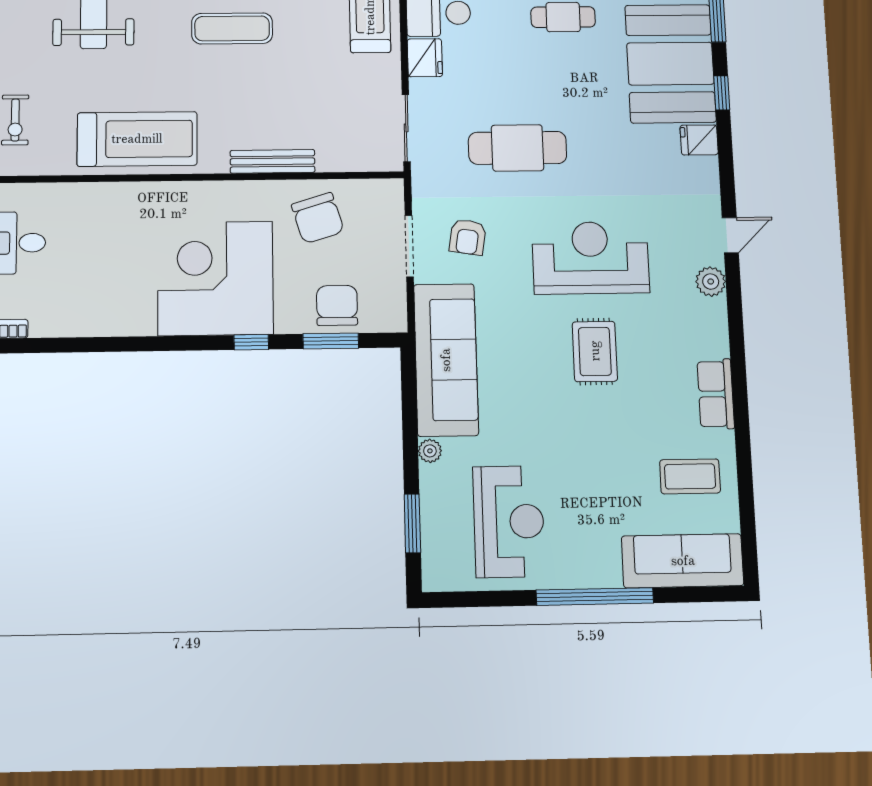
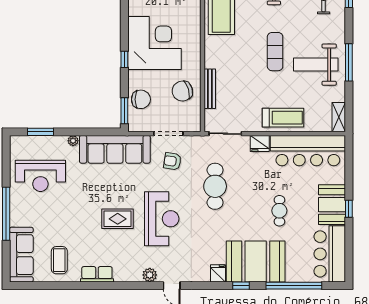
bench: (273, 161) -> (210, 89), moved
window: (331, 341) -> (124, 111), moved

